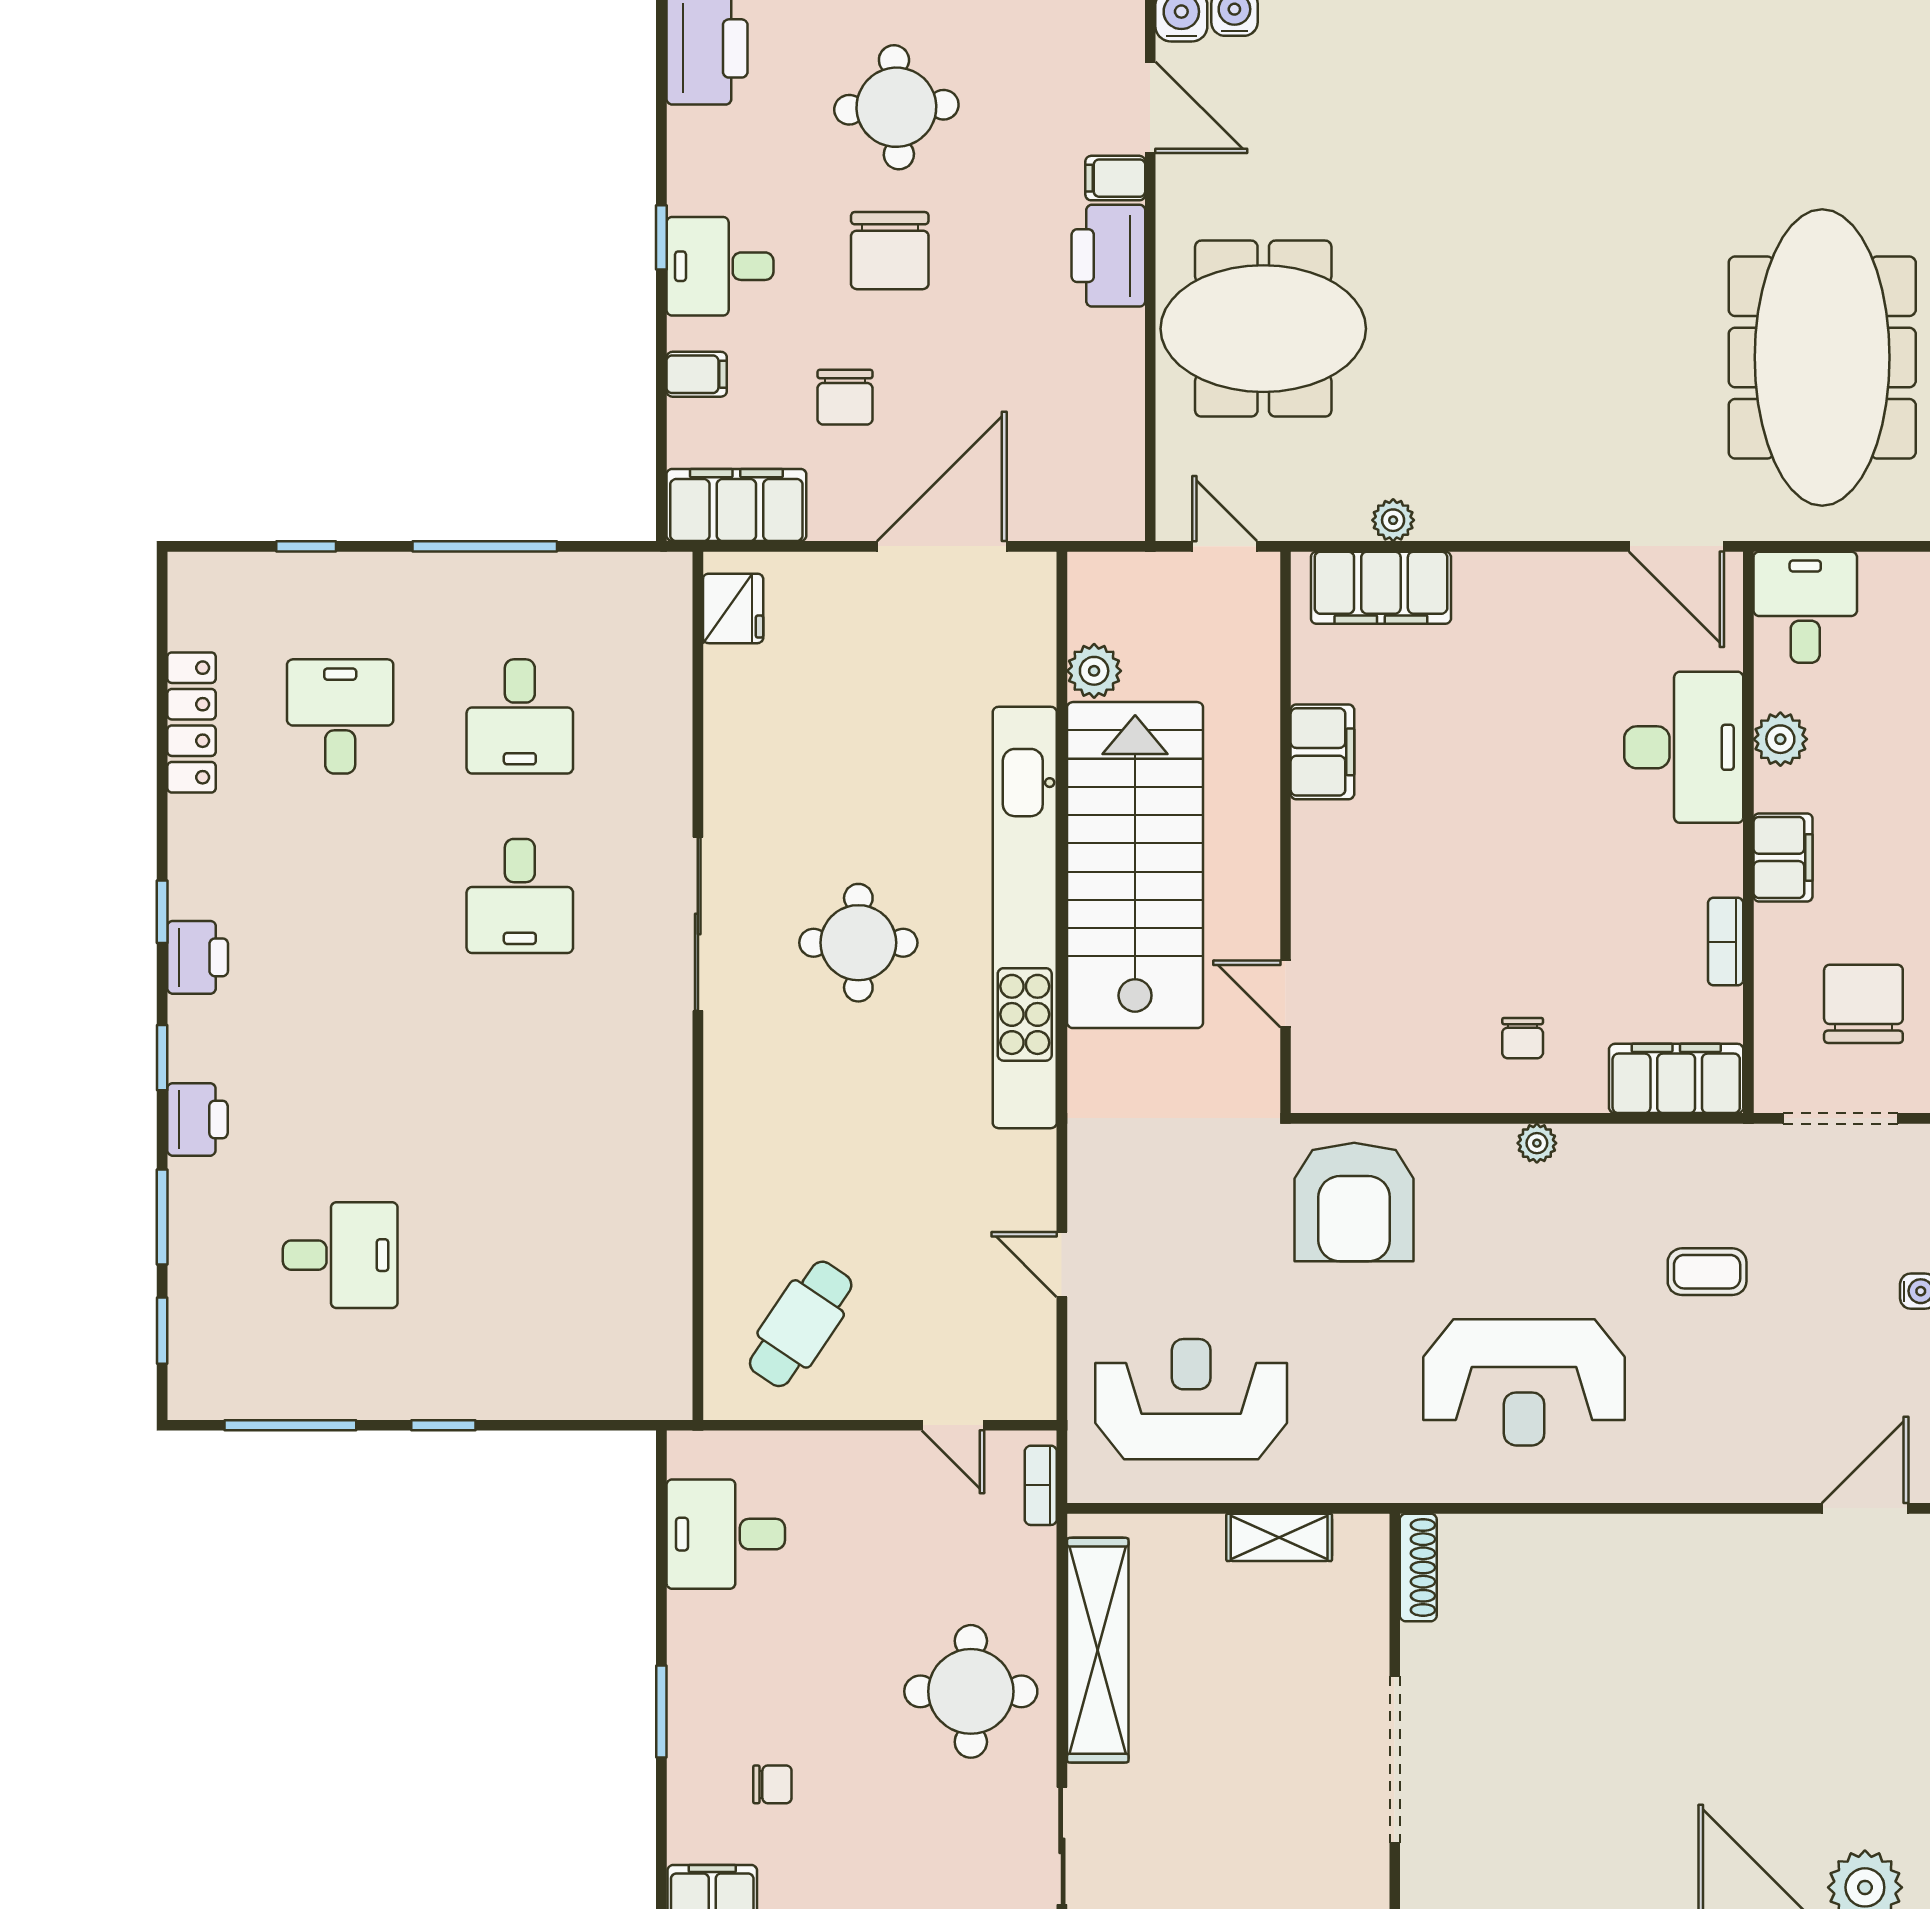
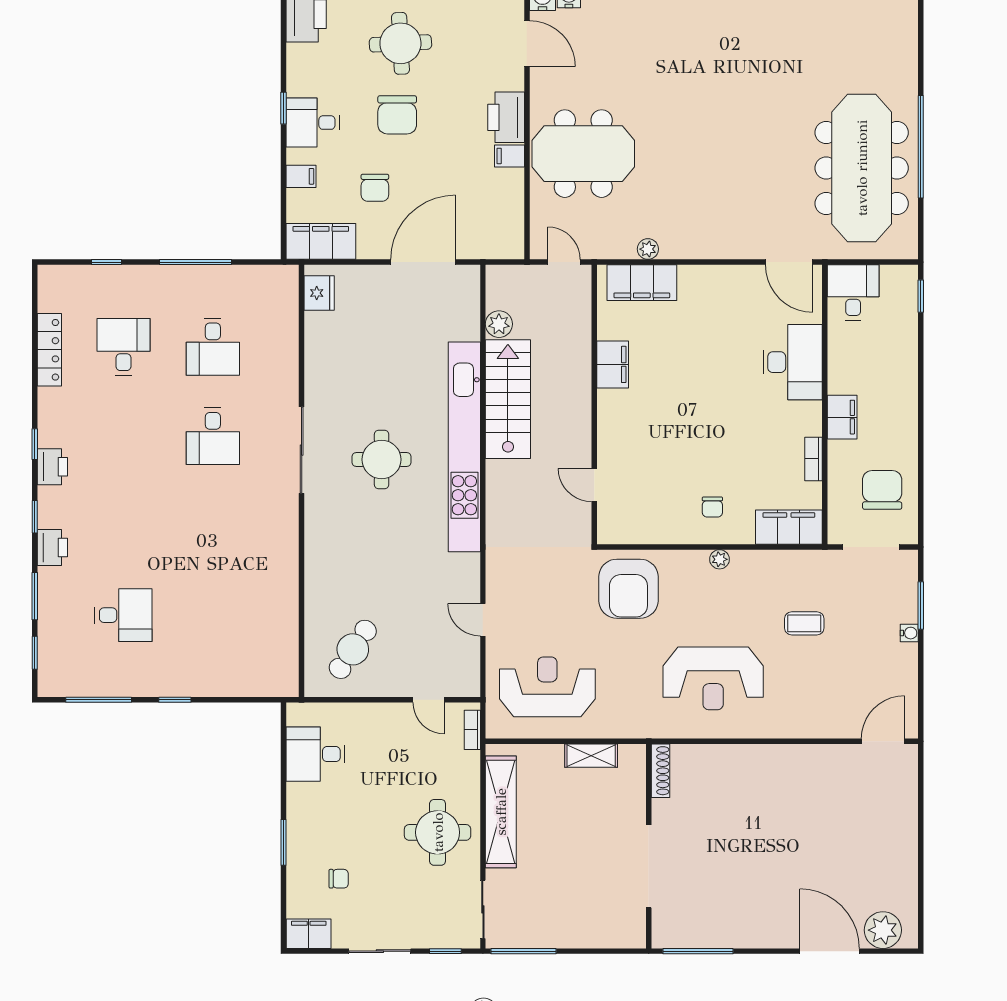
filing cabinet: (1115, 178) -> (510, 156), moved
plant: (1780, 739) -> (841, 358), removed
stairs: (1135, 865) -> (508, 399), width x0.73, depth x0.66

